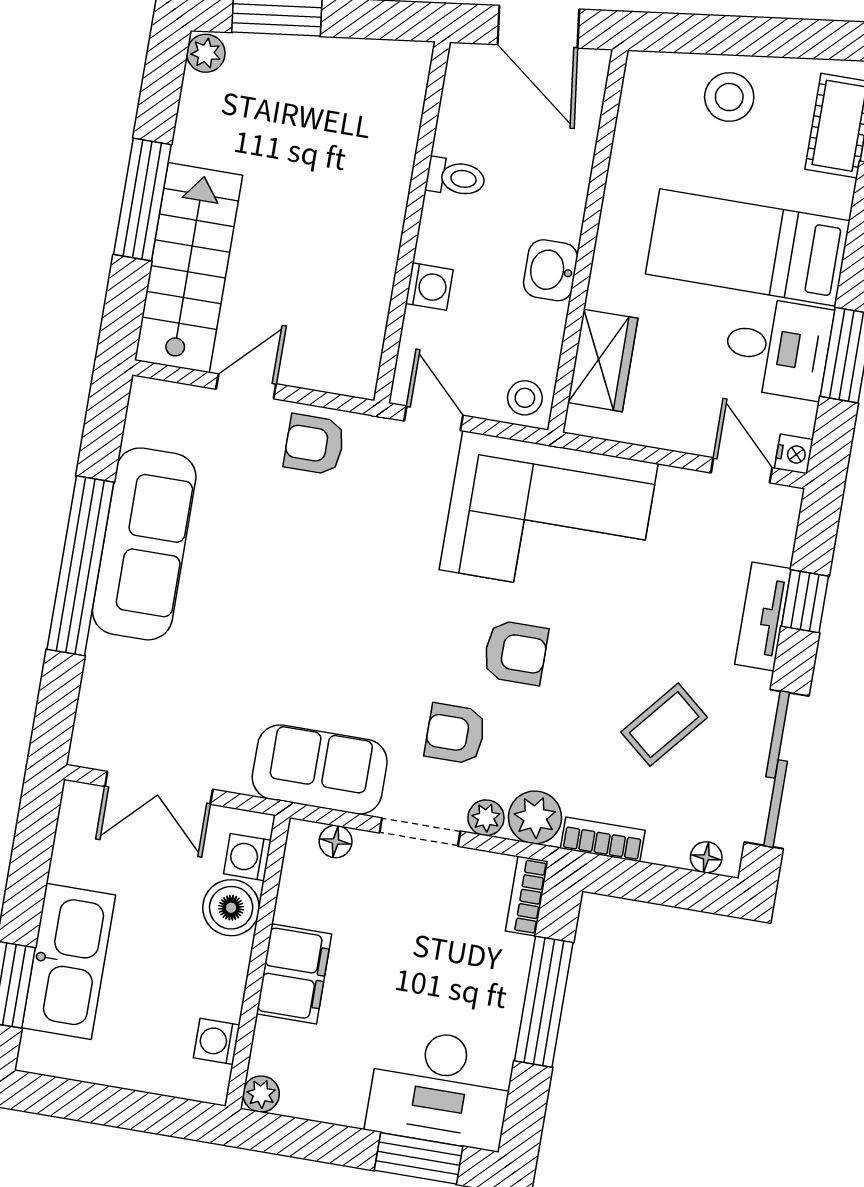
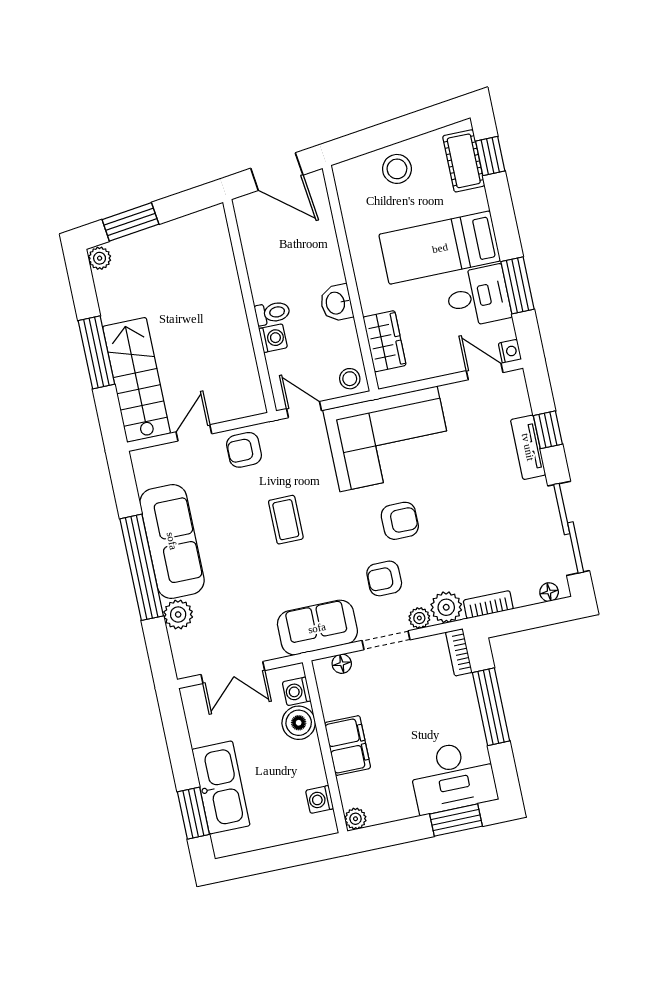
toilet: (456, 178) -> (272, 313), moved
plant: (109, 663) -> (178, 615), added
coffee table: (664, 725) -> (286, 520), moved, turned -40

